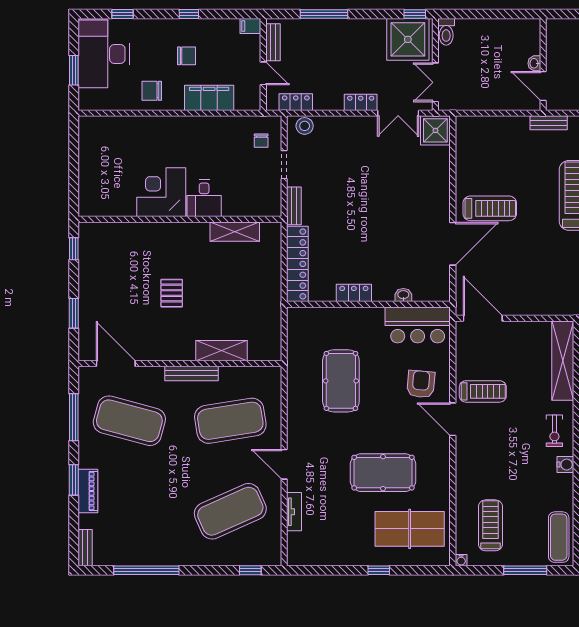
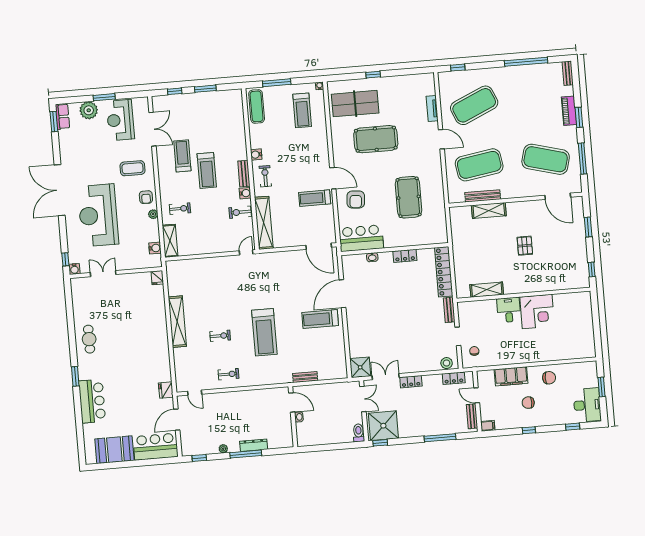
desk: (104, 54) -> (587, 405), width x0.73, depth x0.77
bench: (549, 123) -> (305, 377), moved
bench: (191, 373) -> (483, 196), moved

